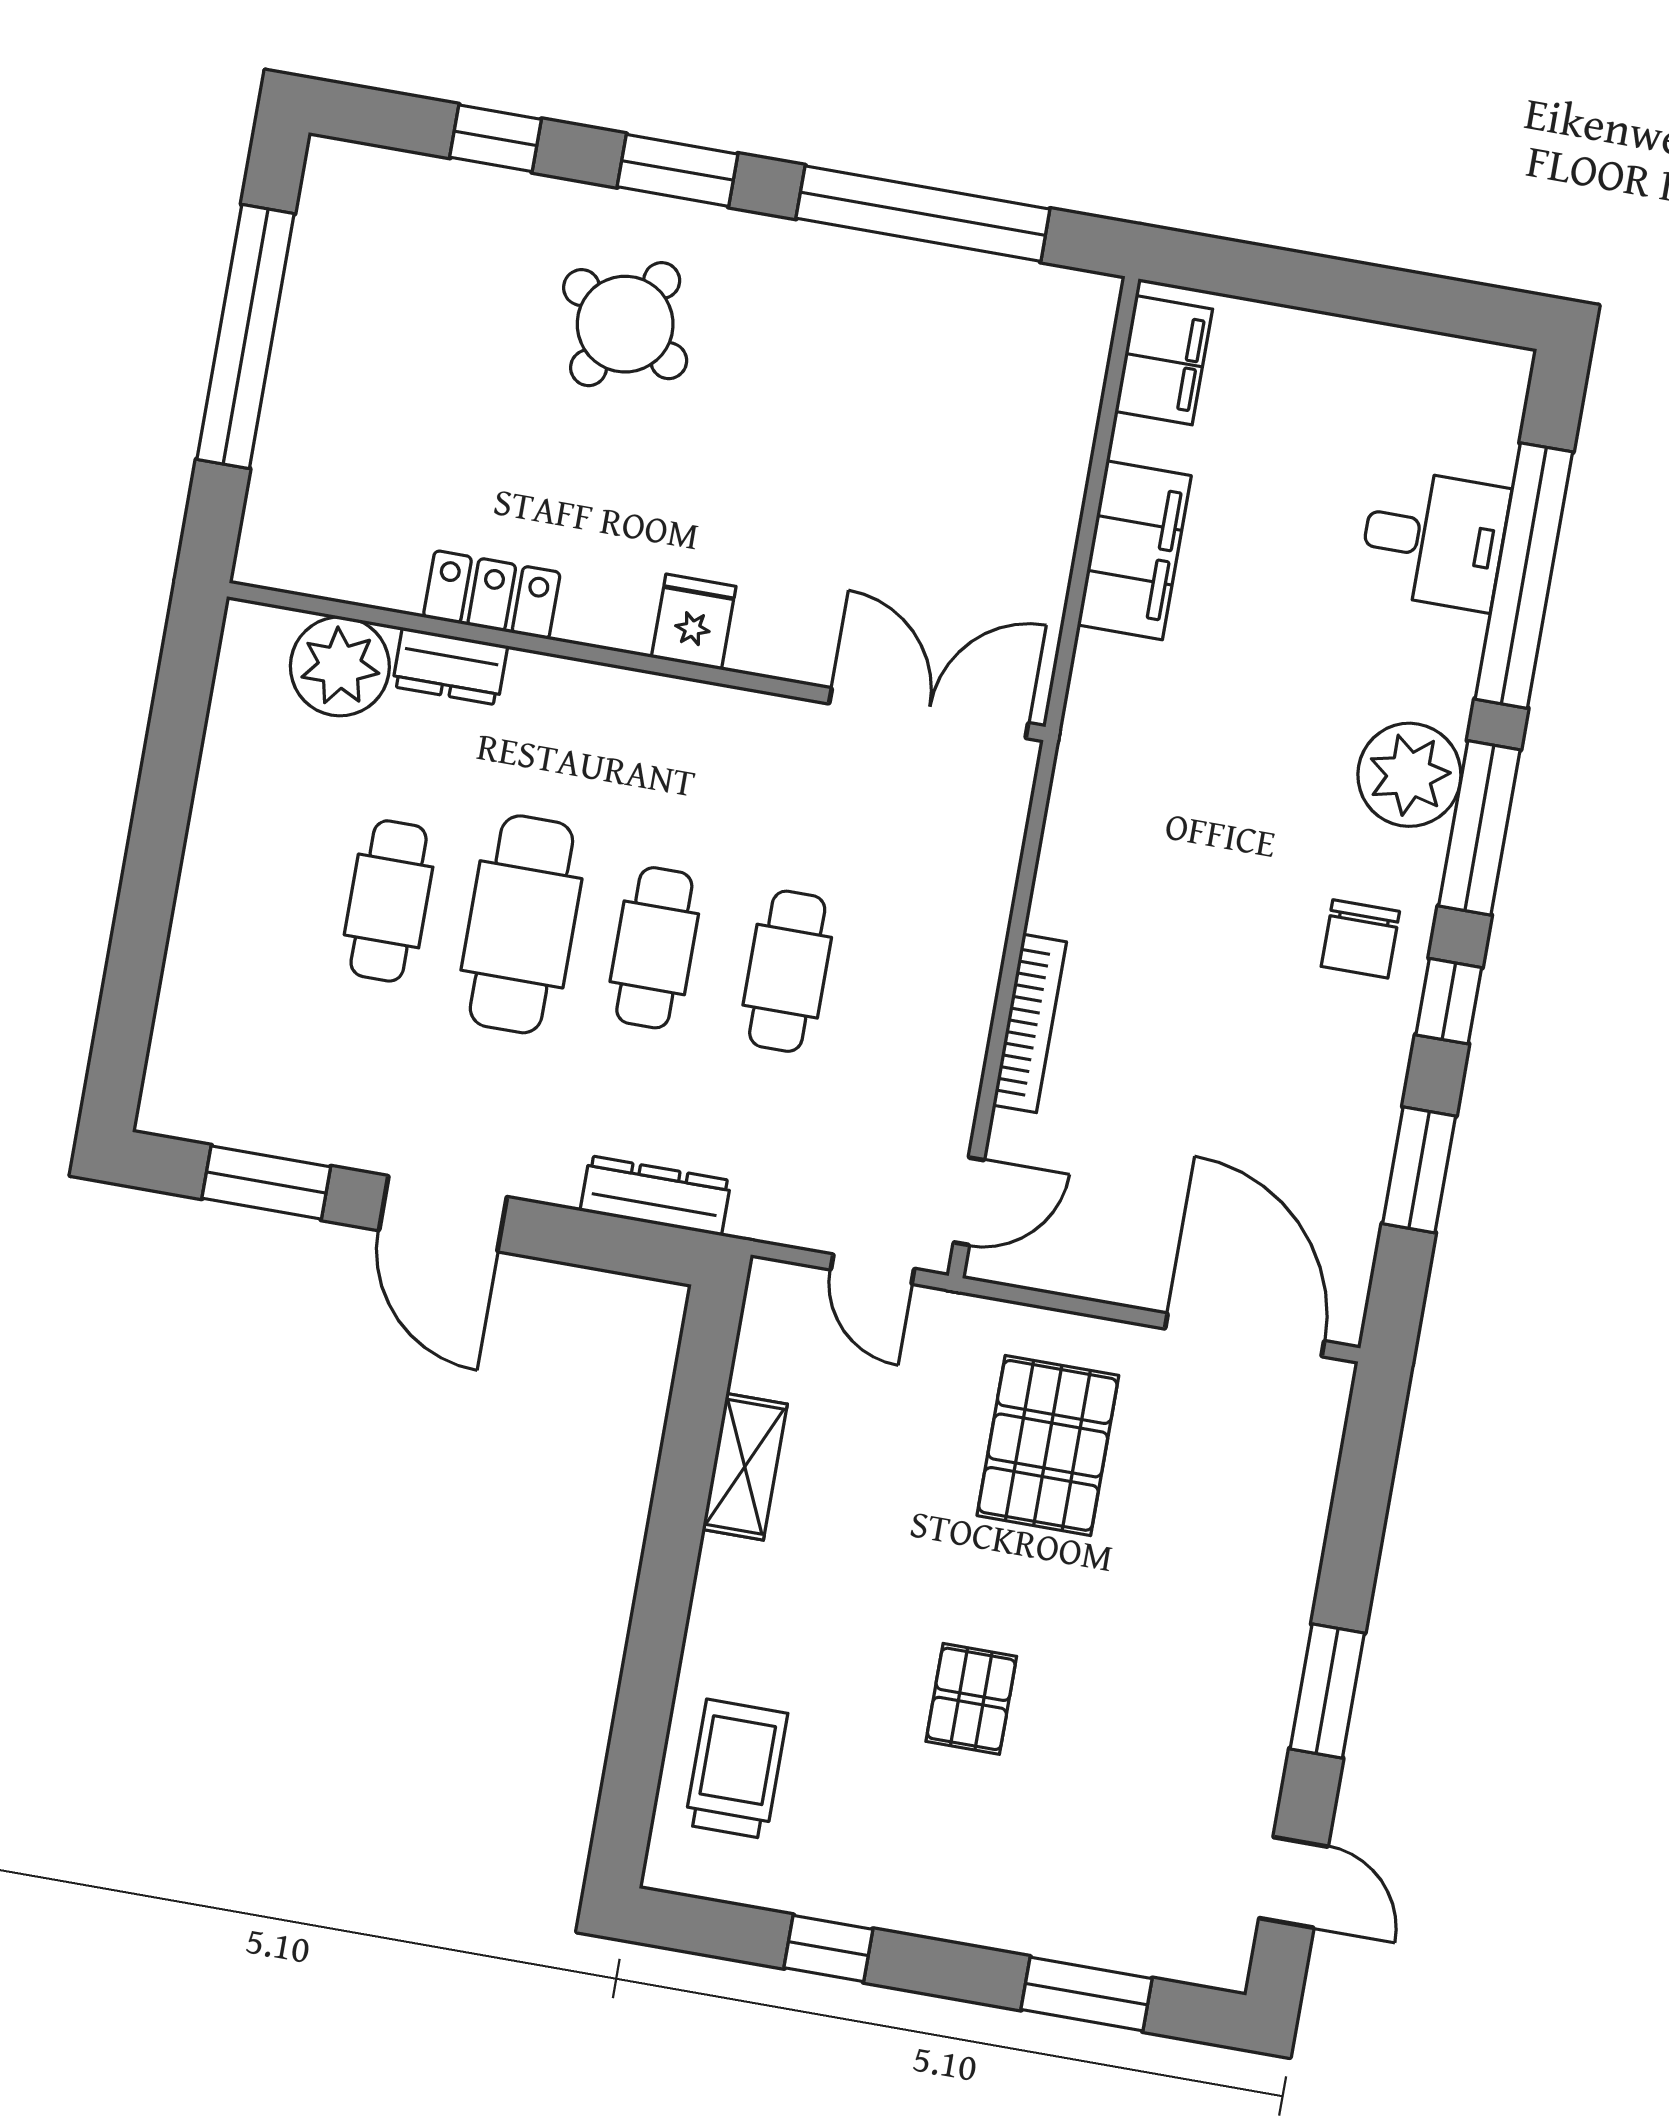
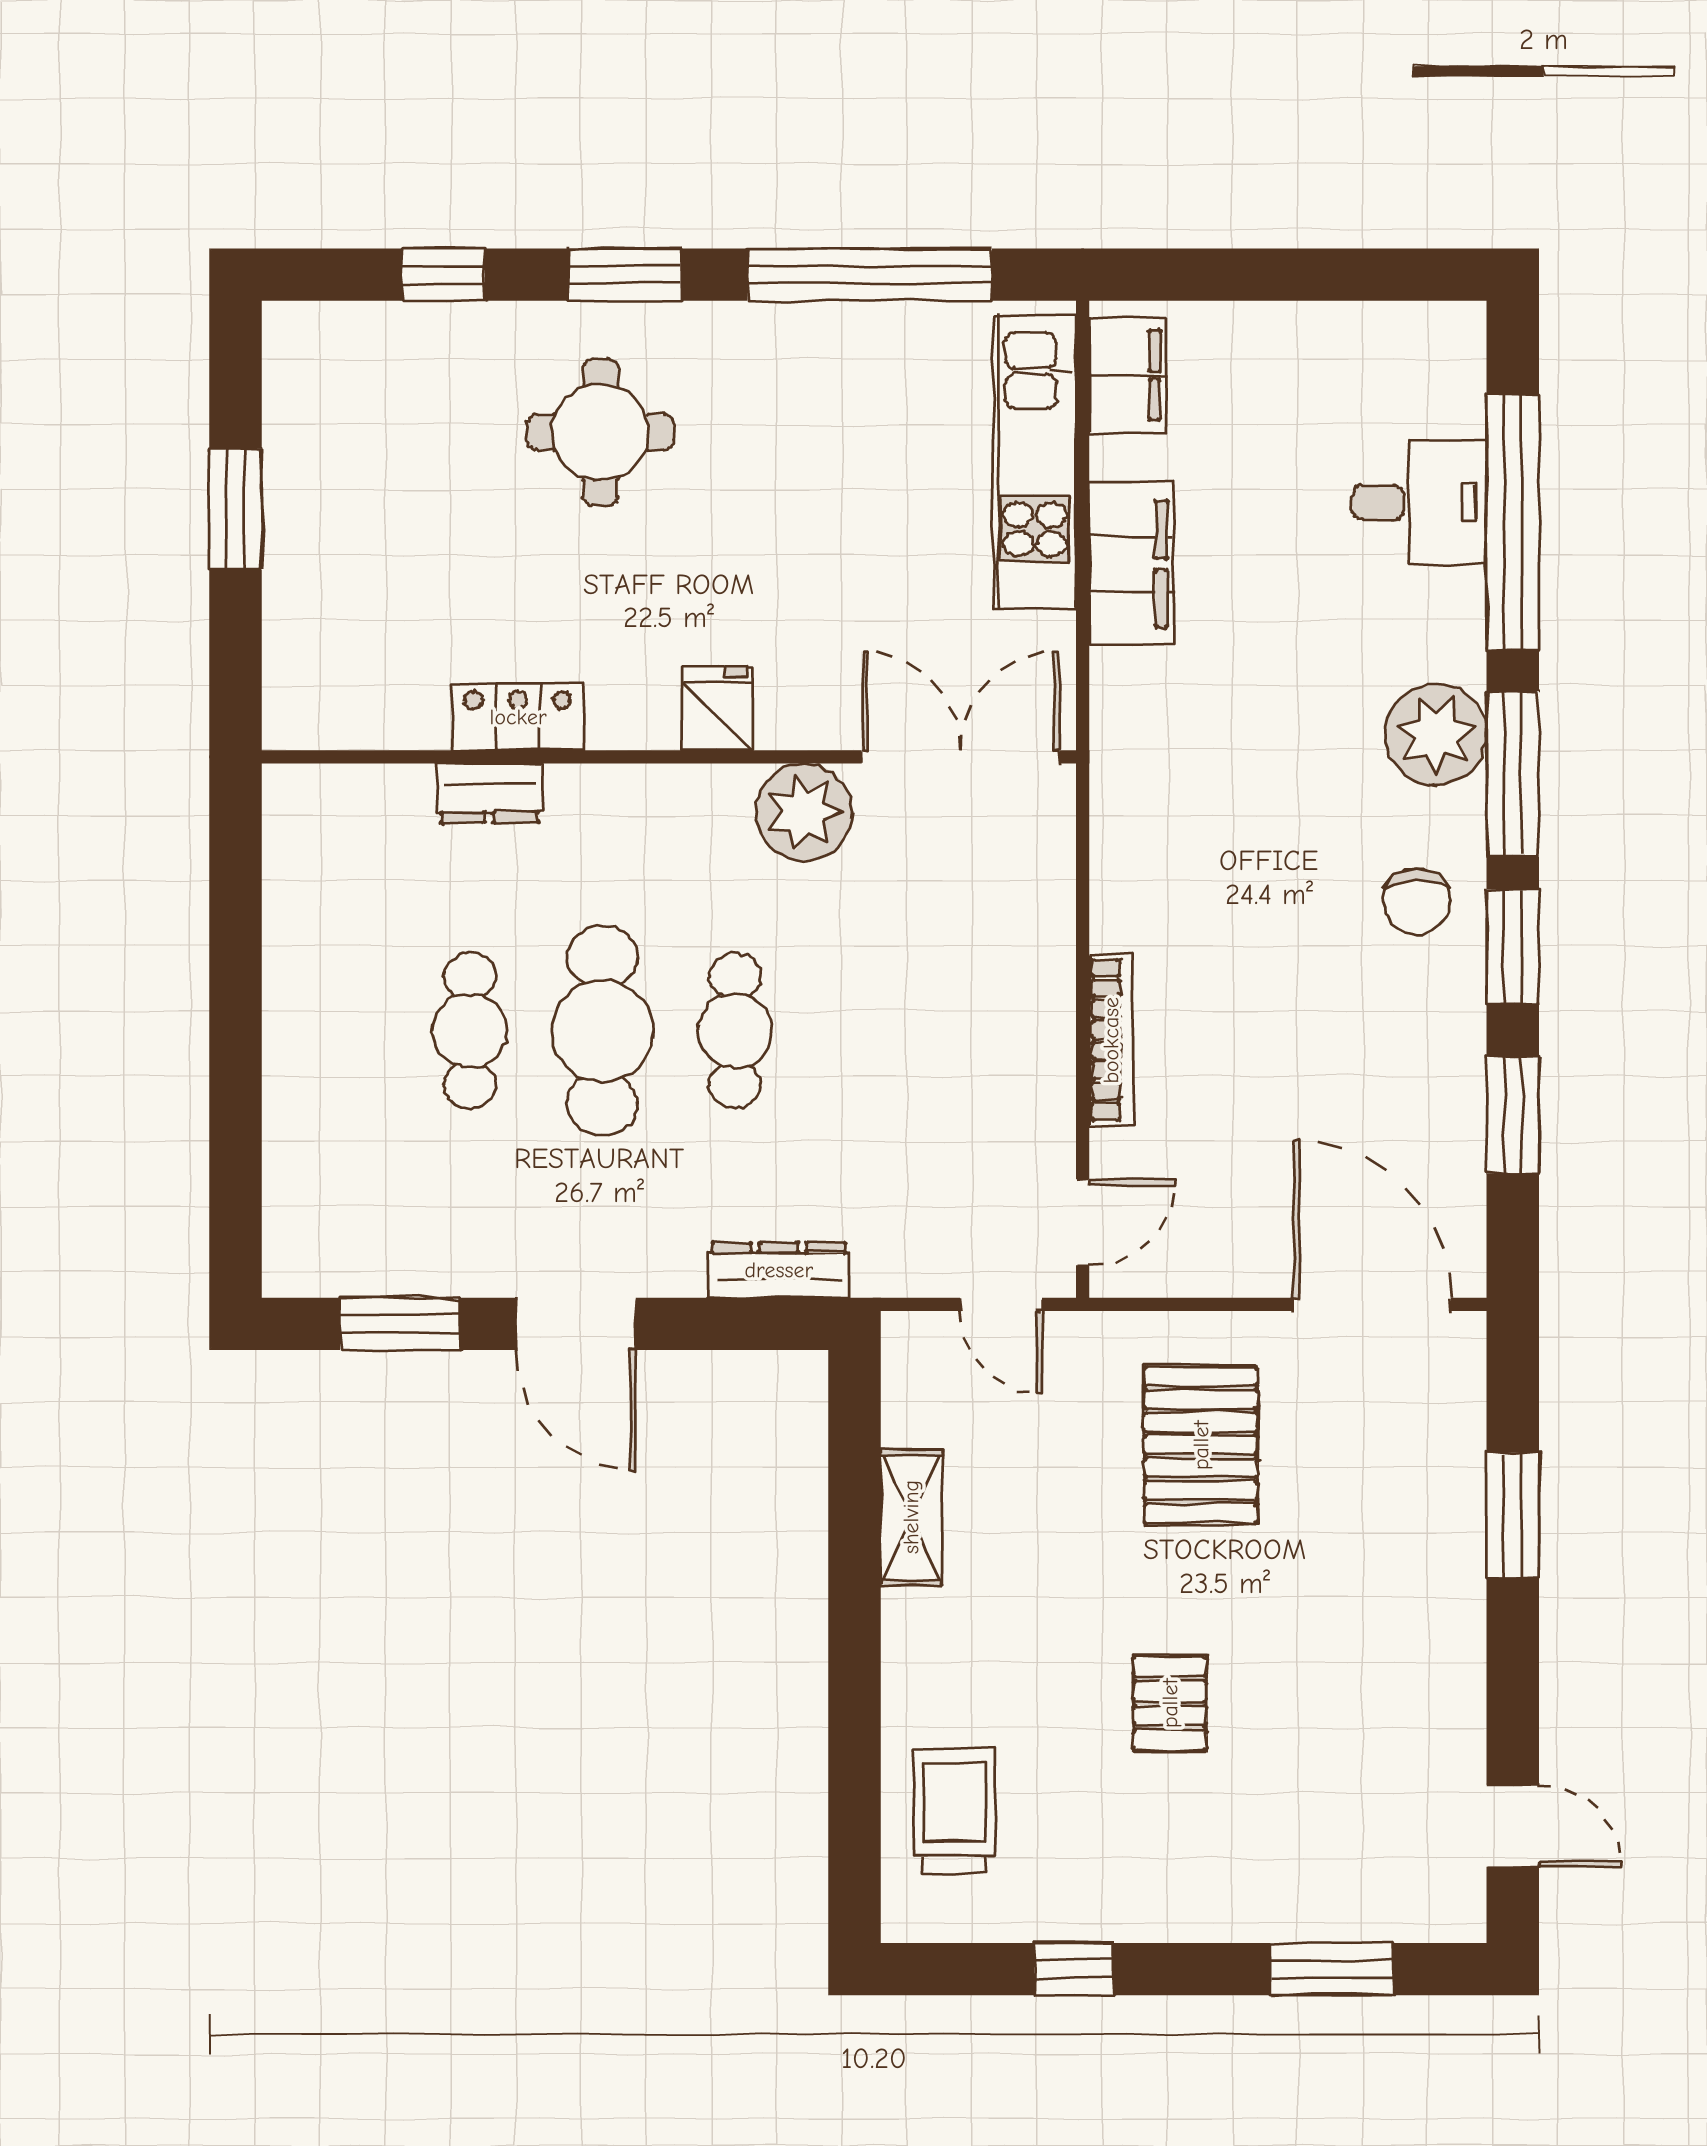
round table: (625, 324) -> (600, 432), turned -30
window: (246, 337) -> (235, 509), width x0.47
kitchen unit: (1055, 430) -> (1035, 462), added
plant: (340, 666) -> (804, 812), moved
cafe table: (787, 971) -> (868, 1031), removed
window: (1449, 1001) -> (1513, 947), width x1.50
window: (1327, 1691) -> (1513, 1515), moved

